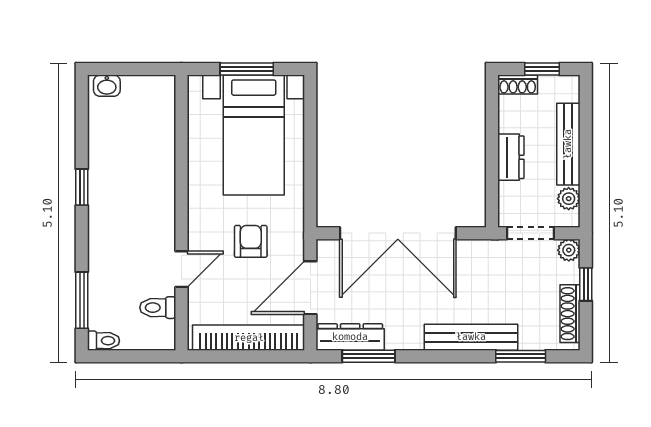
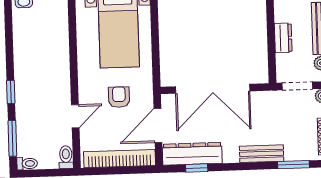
window: (82, 187) -> (11, 92), moved
toilet: (158, 308) -> (66, 157), moved, turned 90
dresser: (350, 337) -> (192, 154), width x1.37, depth x1.24
bench: (471, 337) -> (262, 154), width x0.73
window: (369, 356) -> (197, 168), width x0.67

